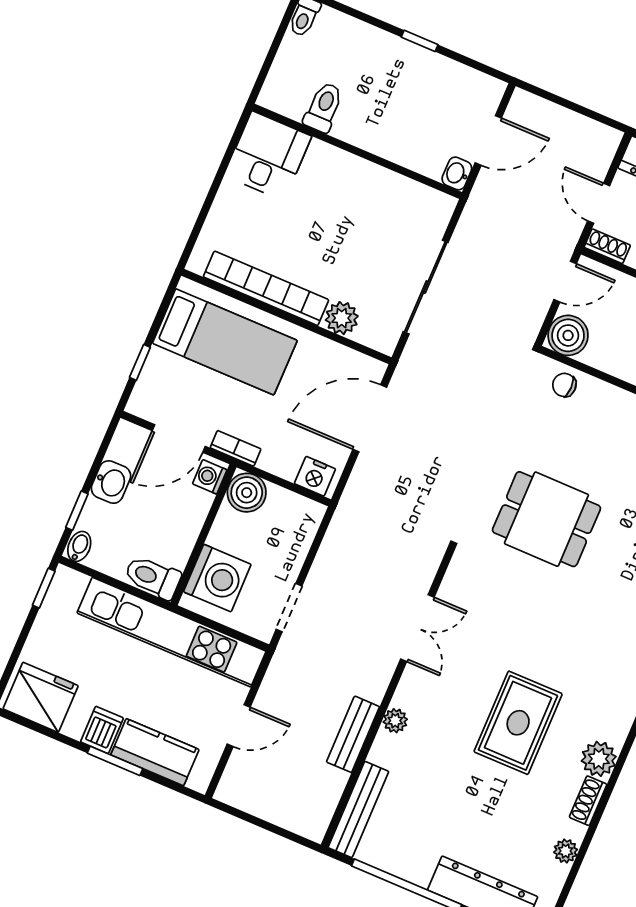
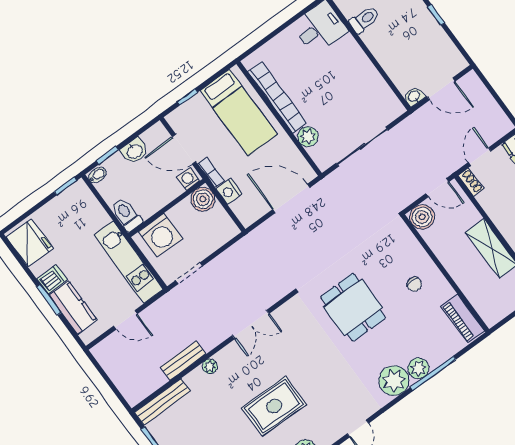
chair: (564, 385) -> (414, 284), moved, turned 180
nightstand: (315, 476) -> (229, 191), moved
kitchen unit: (172, 632) -> (128, 262), width x0.73

